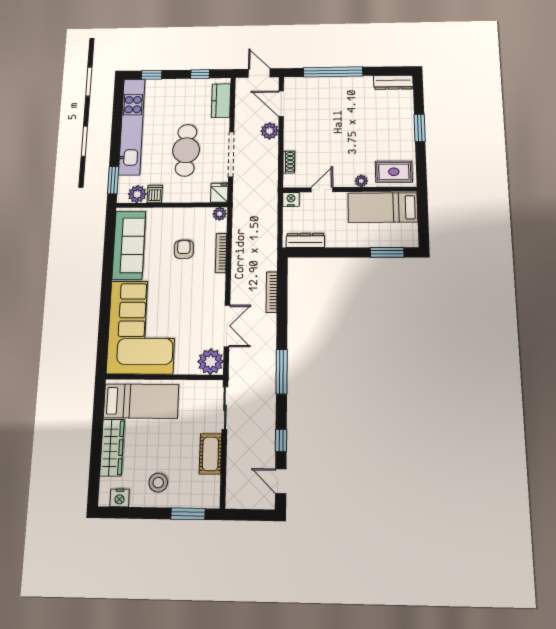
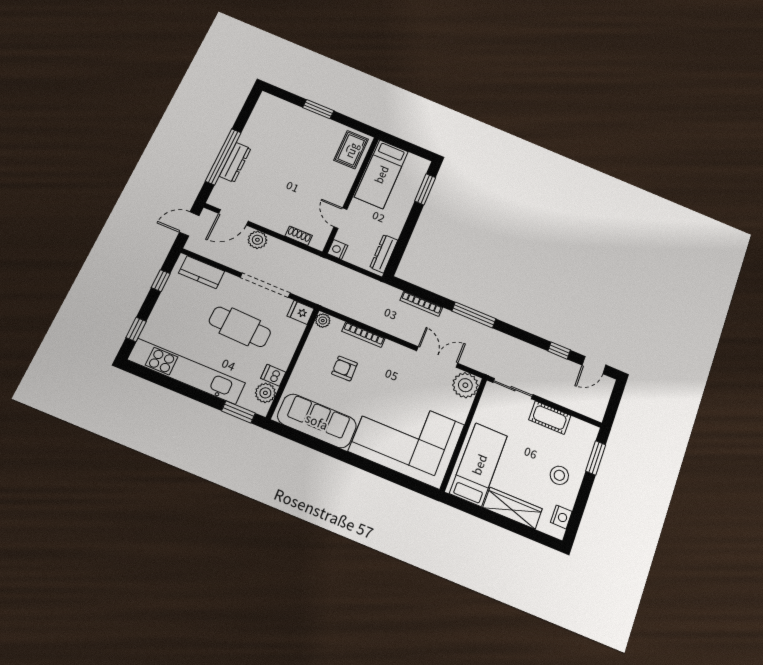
dresser: (393, 82) -> (235, 162), moved
plant: (361, 181) -> (347, 181), removed
window: (282, 372) -> (474, 315), moved

